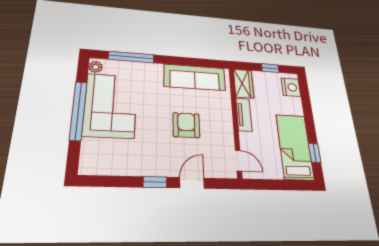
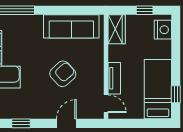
tv unit: (244, 115) -> (114, 78), moved
armchair: (186, 125) -> (63, 74), turned 48
window: (155, 182) -> (21, 123), moved

